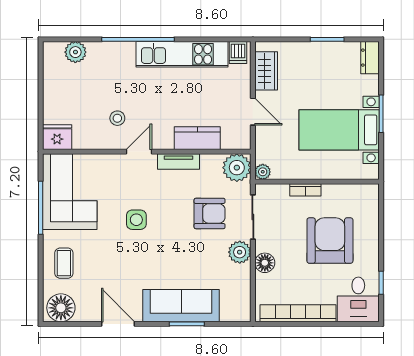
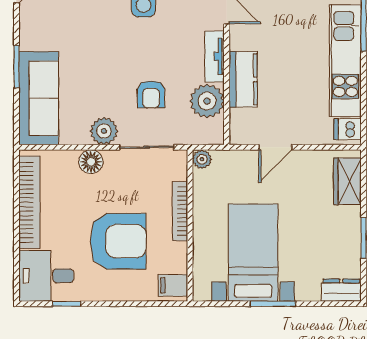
wardrobe: (266, 71) -> (347, 181), moved, turned 90
plant: (237, 168) -> (207, 101), moved
bookcase: (305, 190) -> (180, 211), width x1.56
filing cabinet: (366, 196) -> (173, 285), added
armchair: (210, 213) -> (151, 94), width x0.72, depth x0.72
sofa: (181, 306) -> (39, 98), moved

